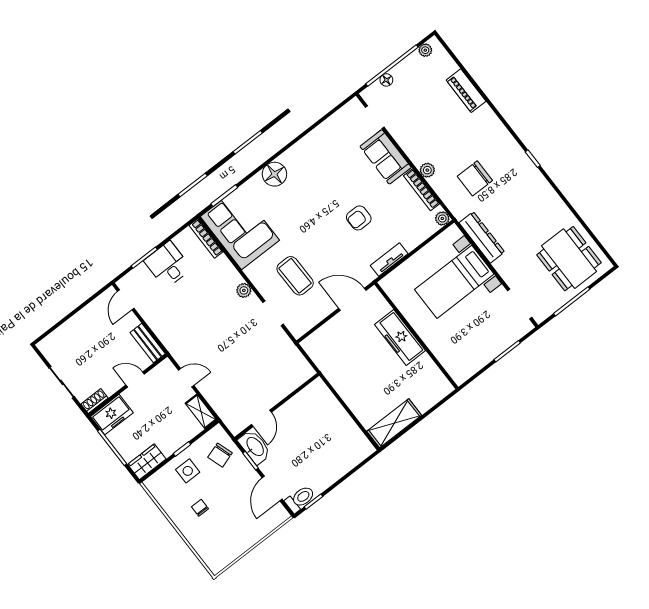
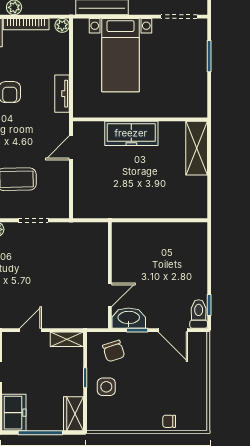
door: (352, 299) -> (71, 148), width x0.73
door: (261, 418) -> (110, 295), hinge flipped
shelving: (394, 423) -> (197, 148), moved
chair: (200, 508) -> (169, 421), moved

